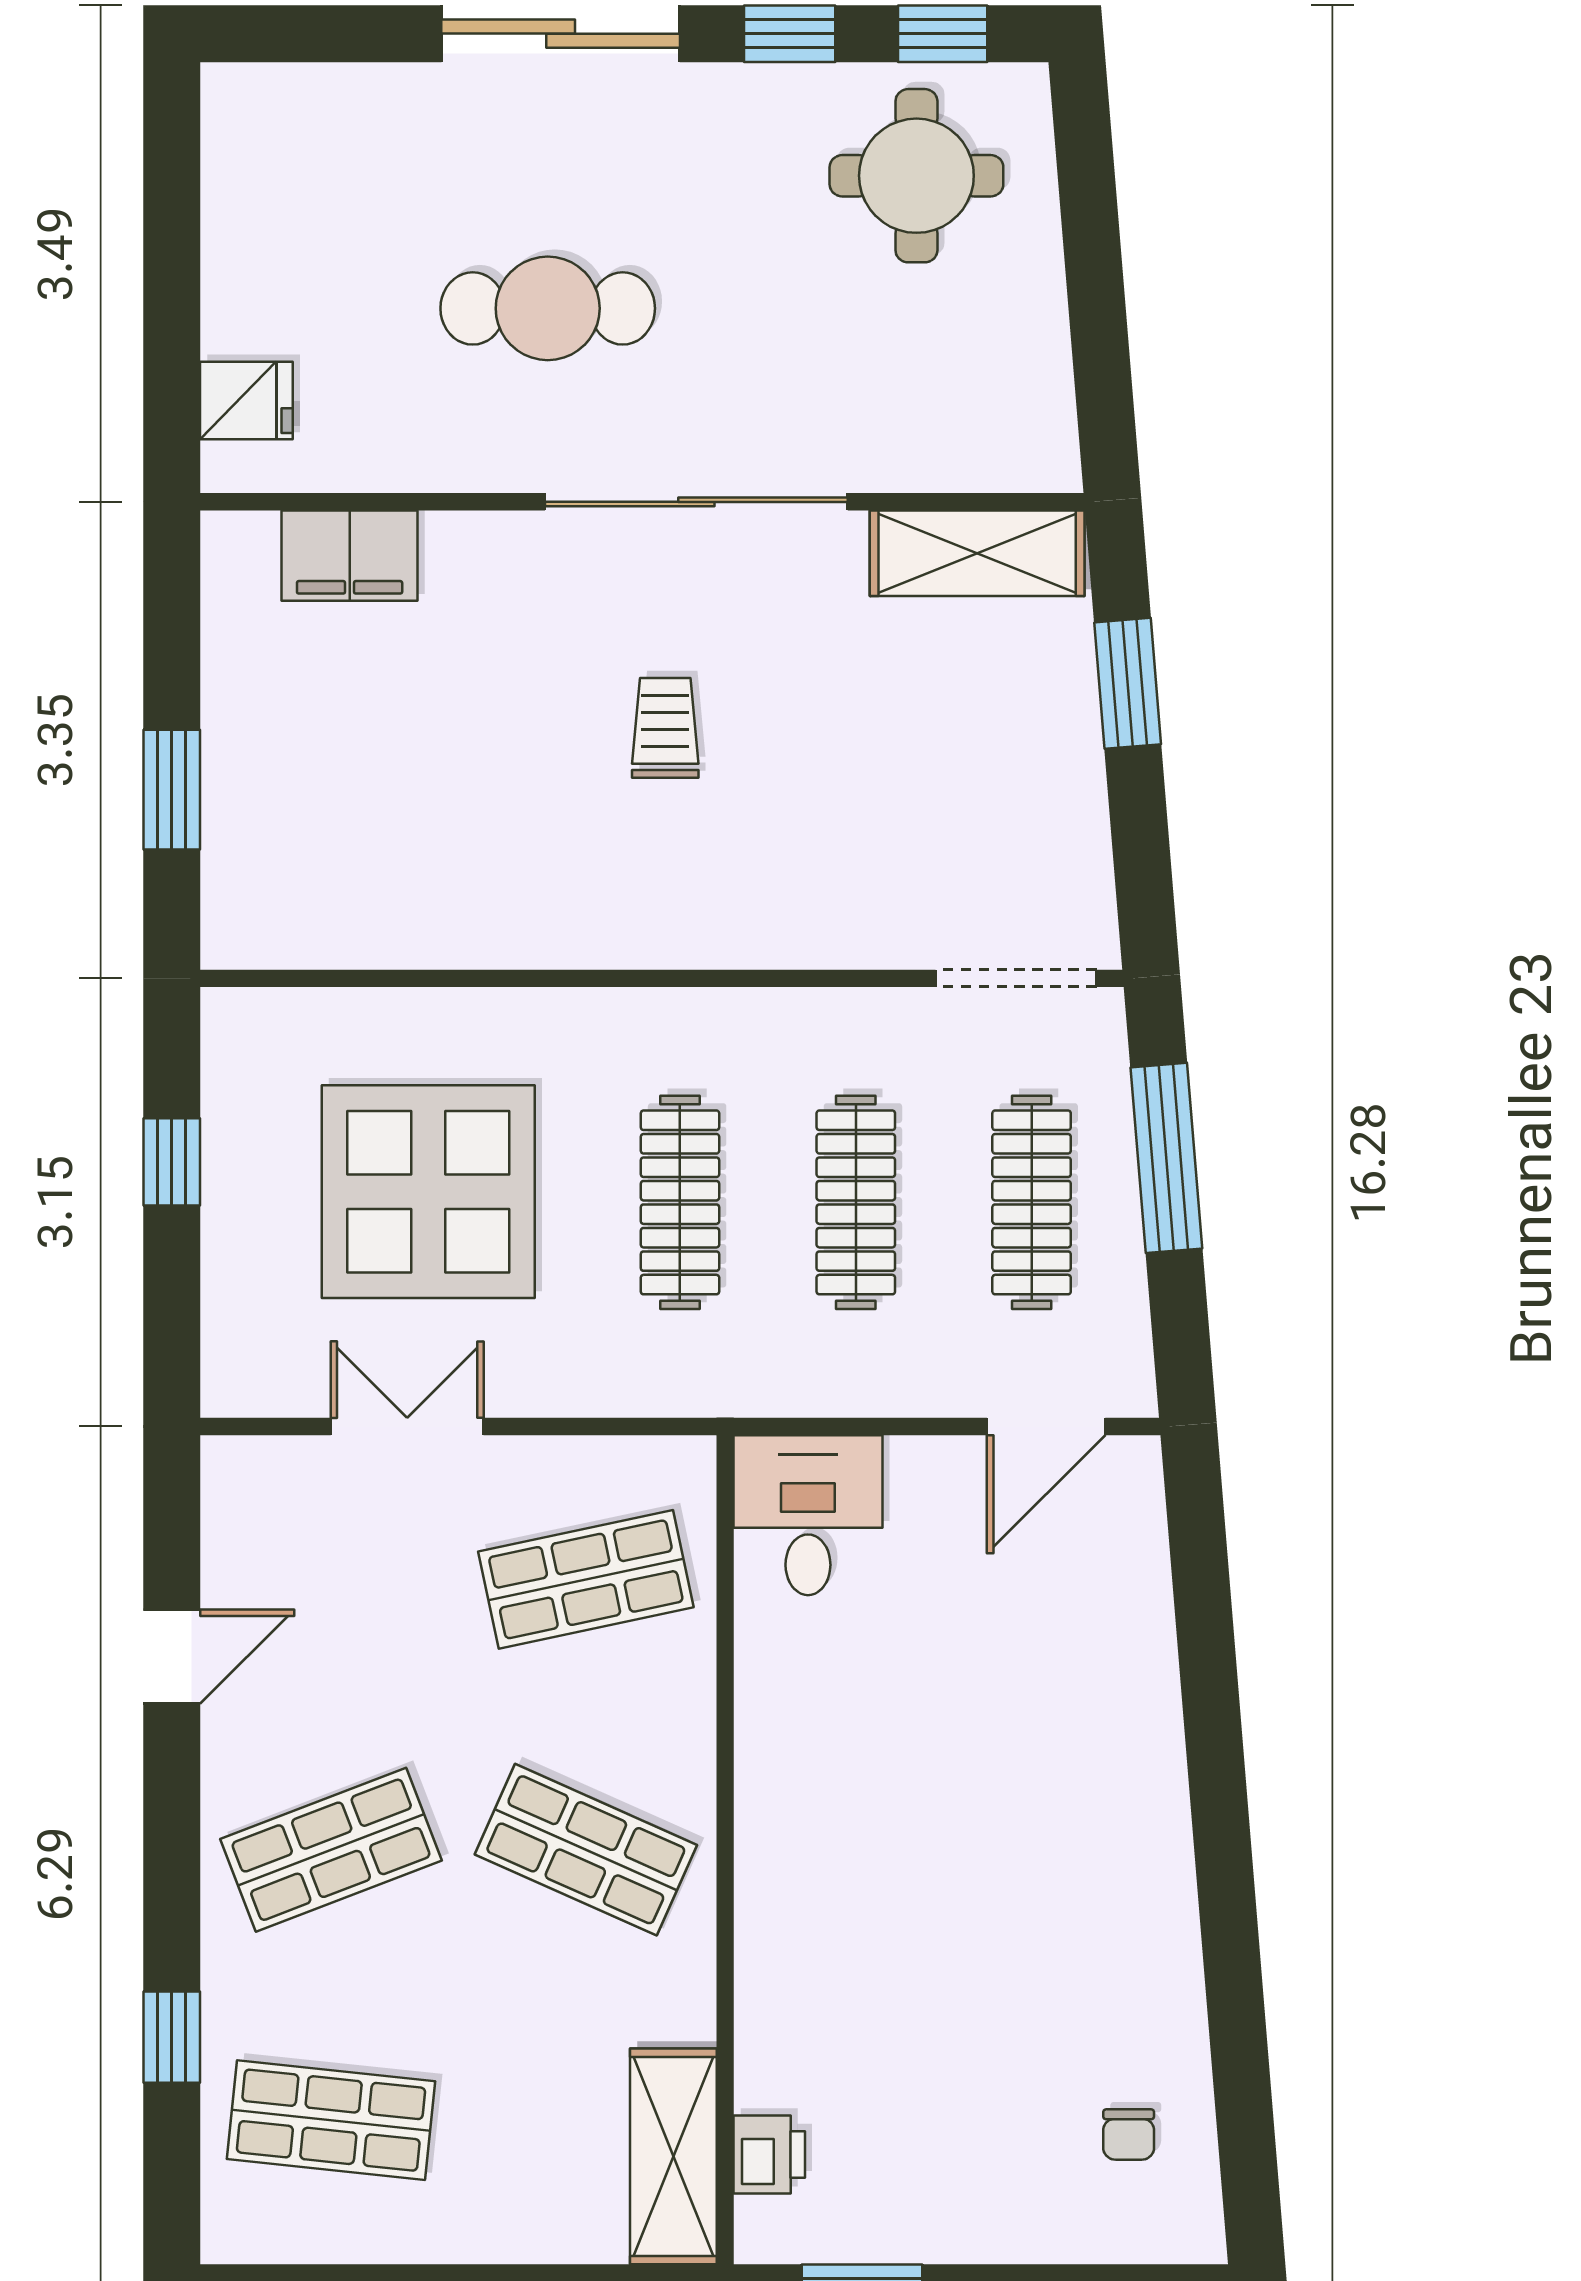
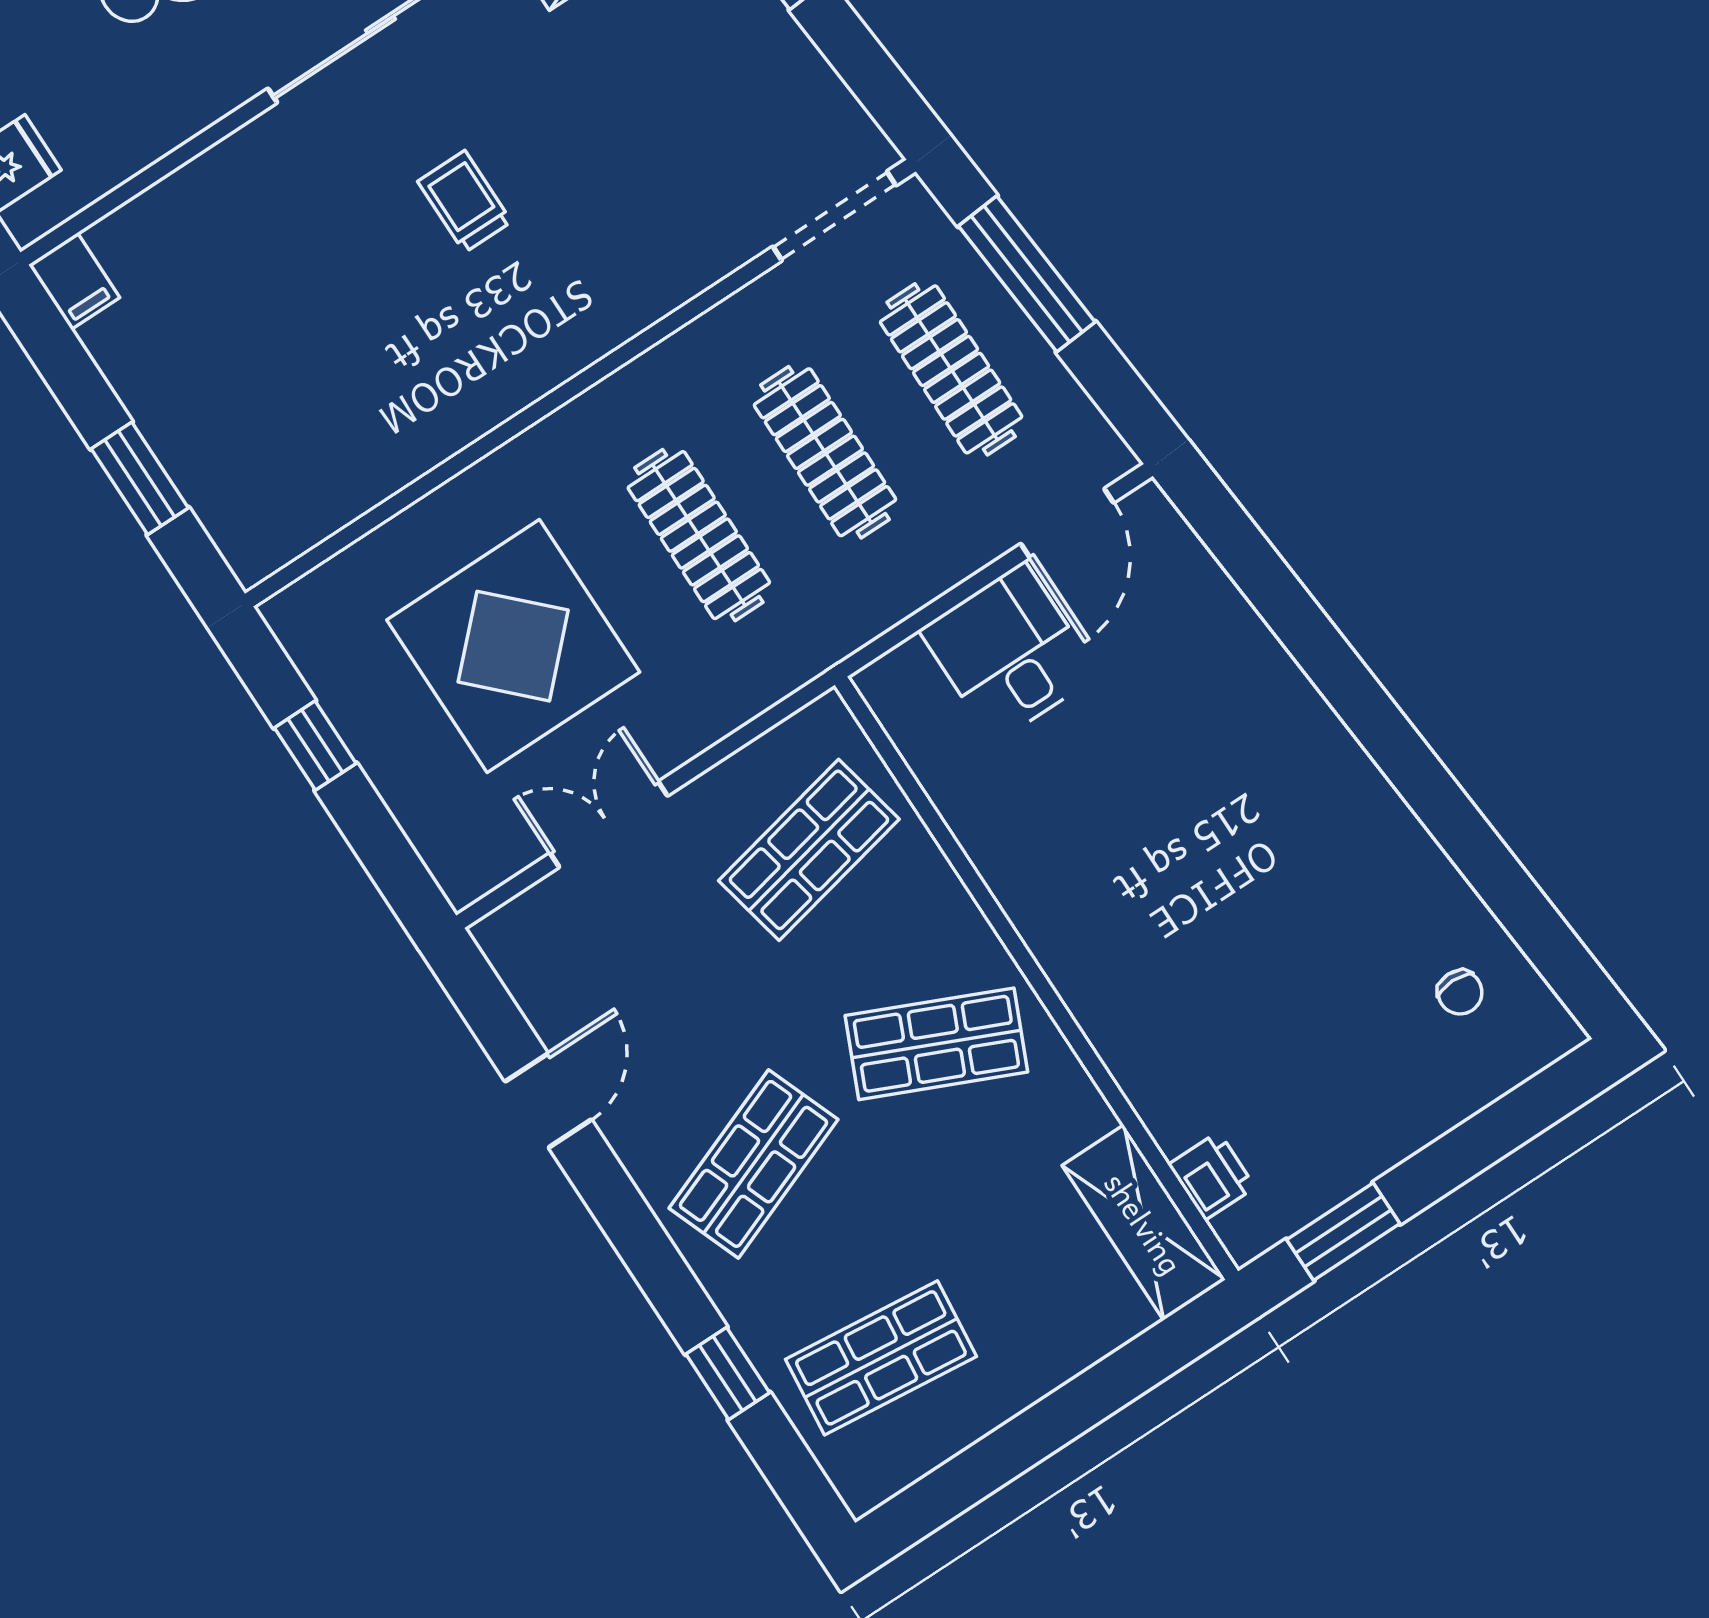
filing cabinet: (350, 556) -> (74, 281), moved, width x0.50
desk: (808, 1515) -> (1009, 653), moved

